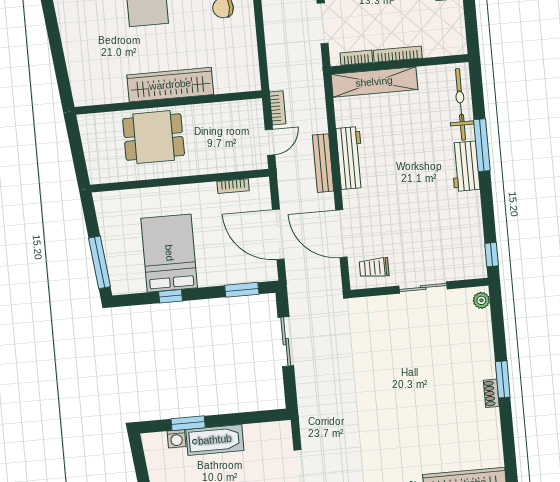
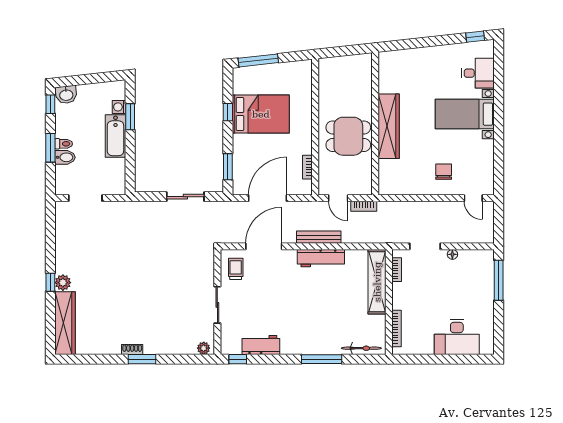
bookcase: (398, 54) -> (396, 328), moved
bicycle: (461, 104) -> (361, 348), width x0.73, depth x0.71
dining table: (154, 137) -> (348, 136), moved, turned 90
workbench: (465, 166) -> (261, 345), moved

